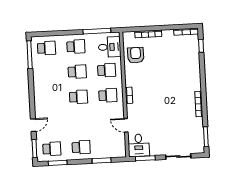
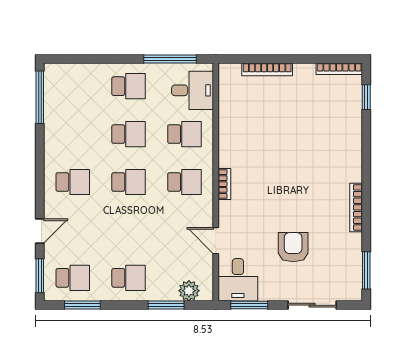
school desk: (47, 48) -> (73, 182), moved
armchair: (136, 55) -> (293, 247), moved
plant: (113, 152) -> (189, 291), added

